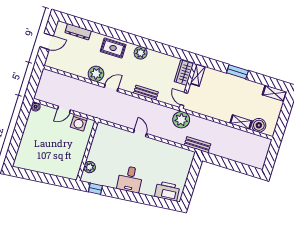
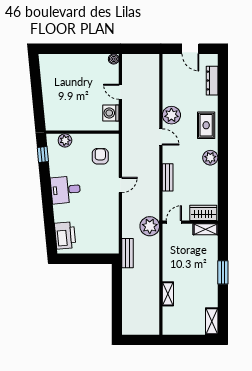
boiler: (259, 125) -> (171, 315), removed
armchair: (111, 142) -> (100, 156), added

